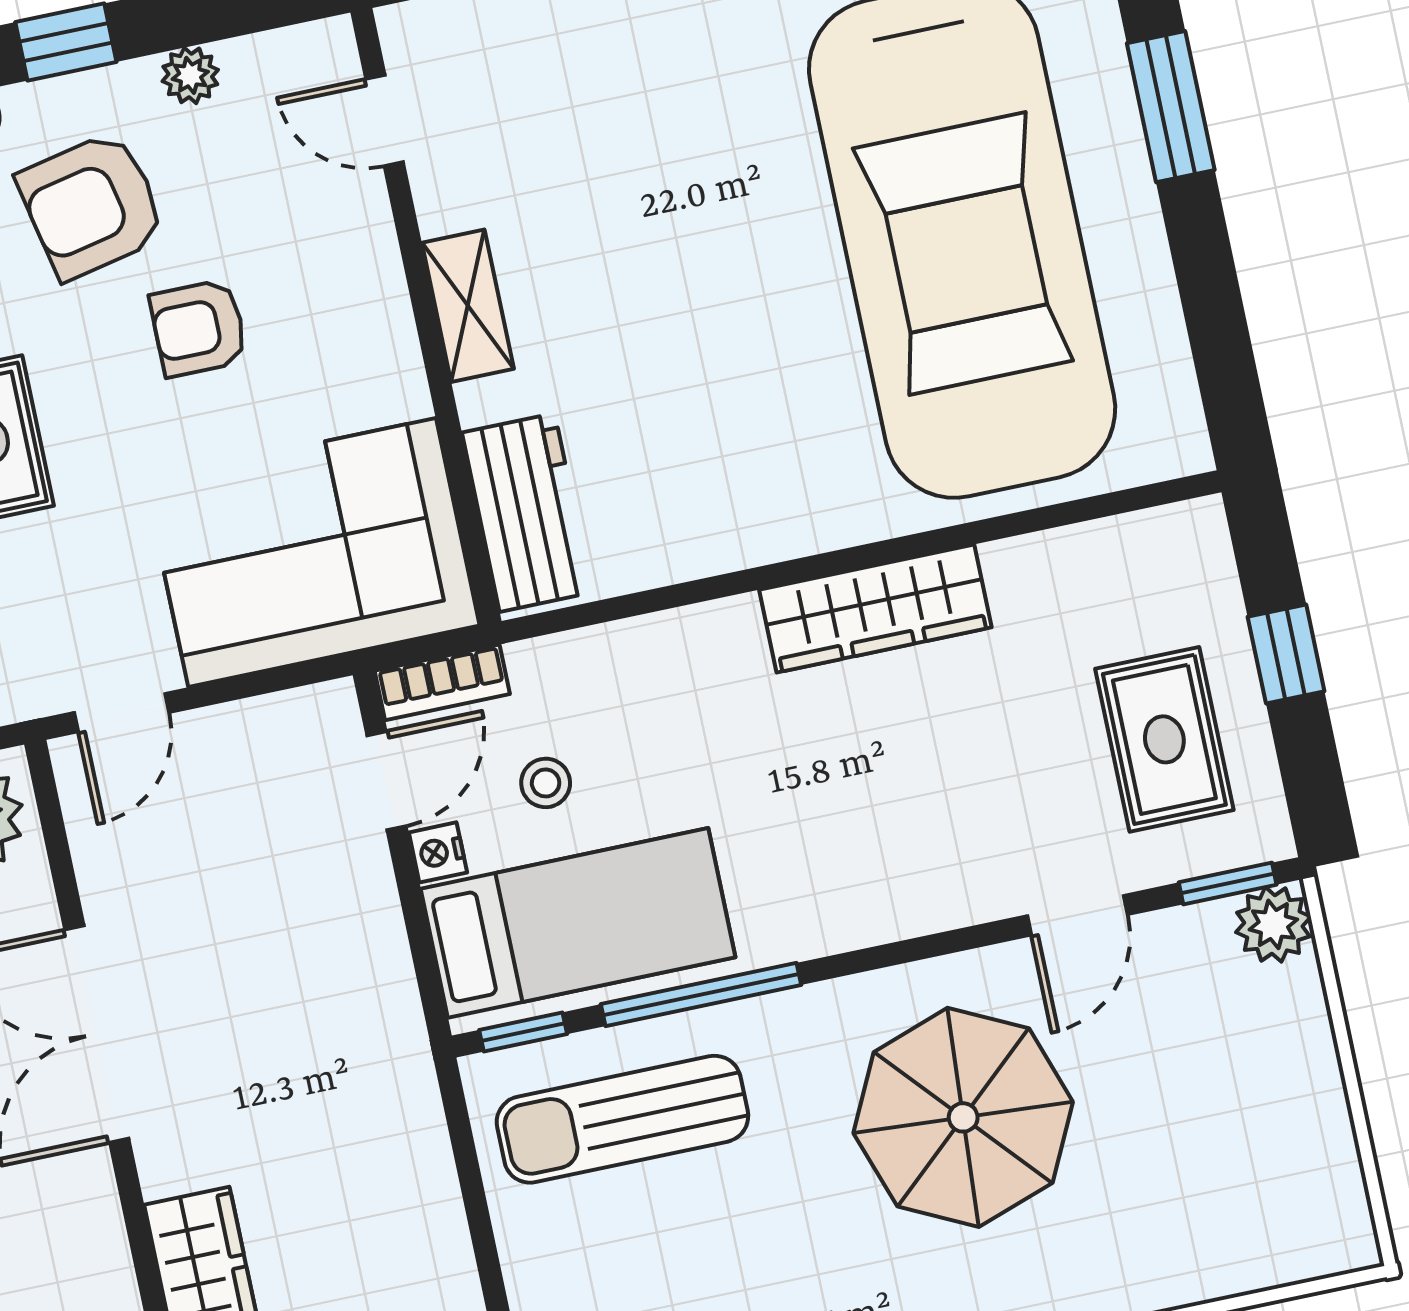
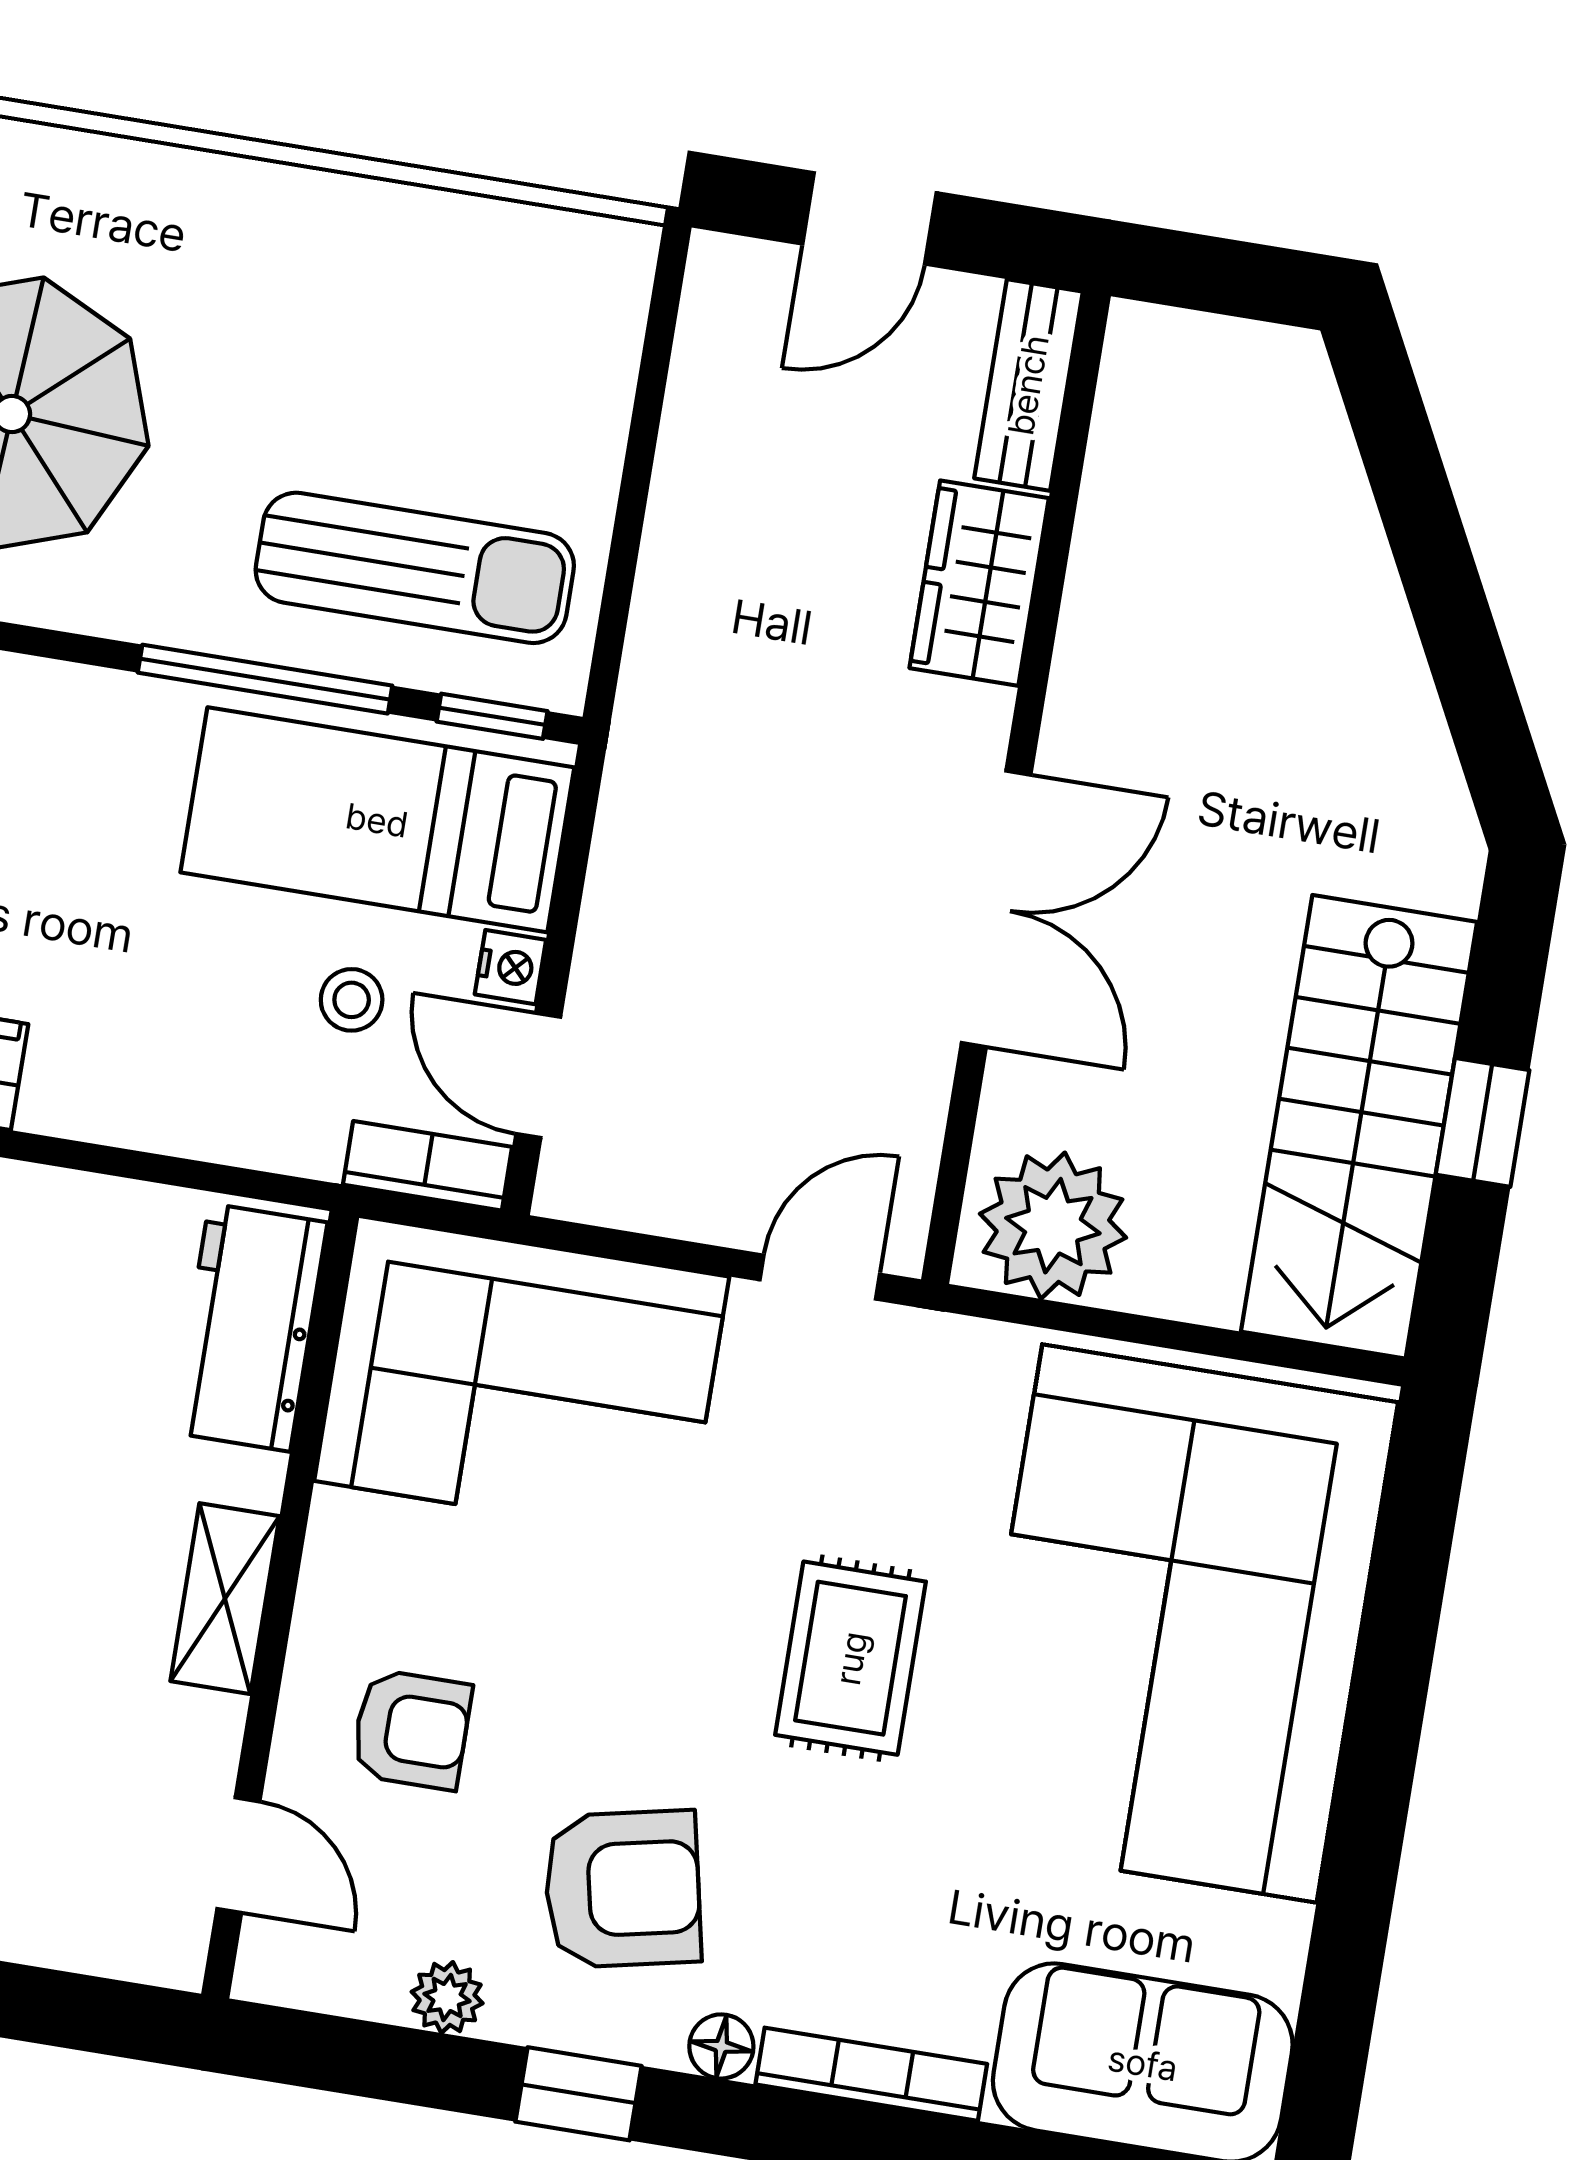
armchair: (199, 328) -> (411, 1730), moved
door: (386, 781) -> (538, 1075), hinge flipped

